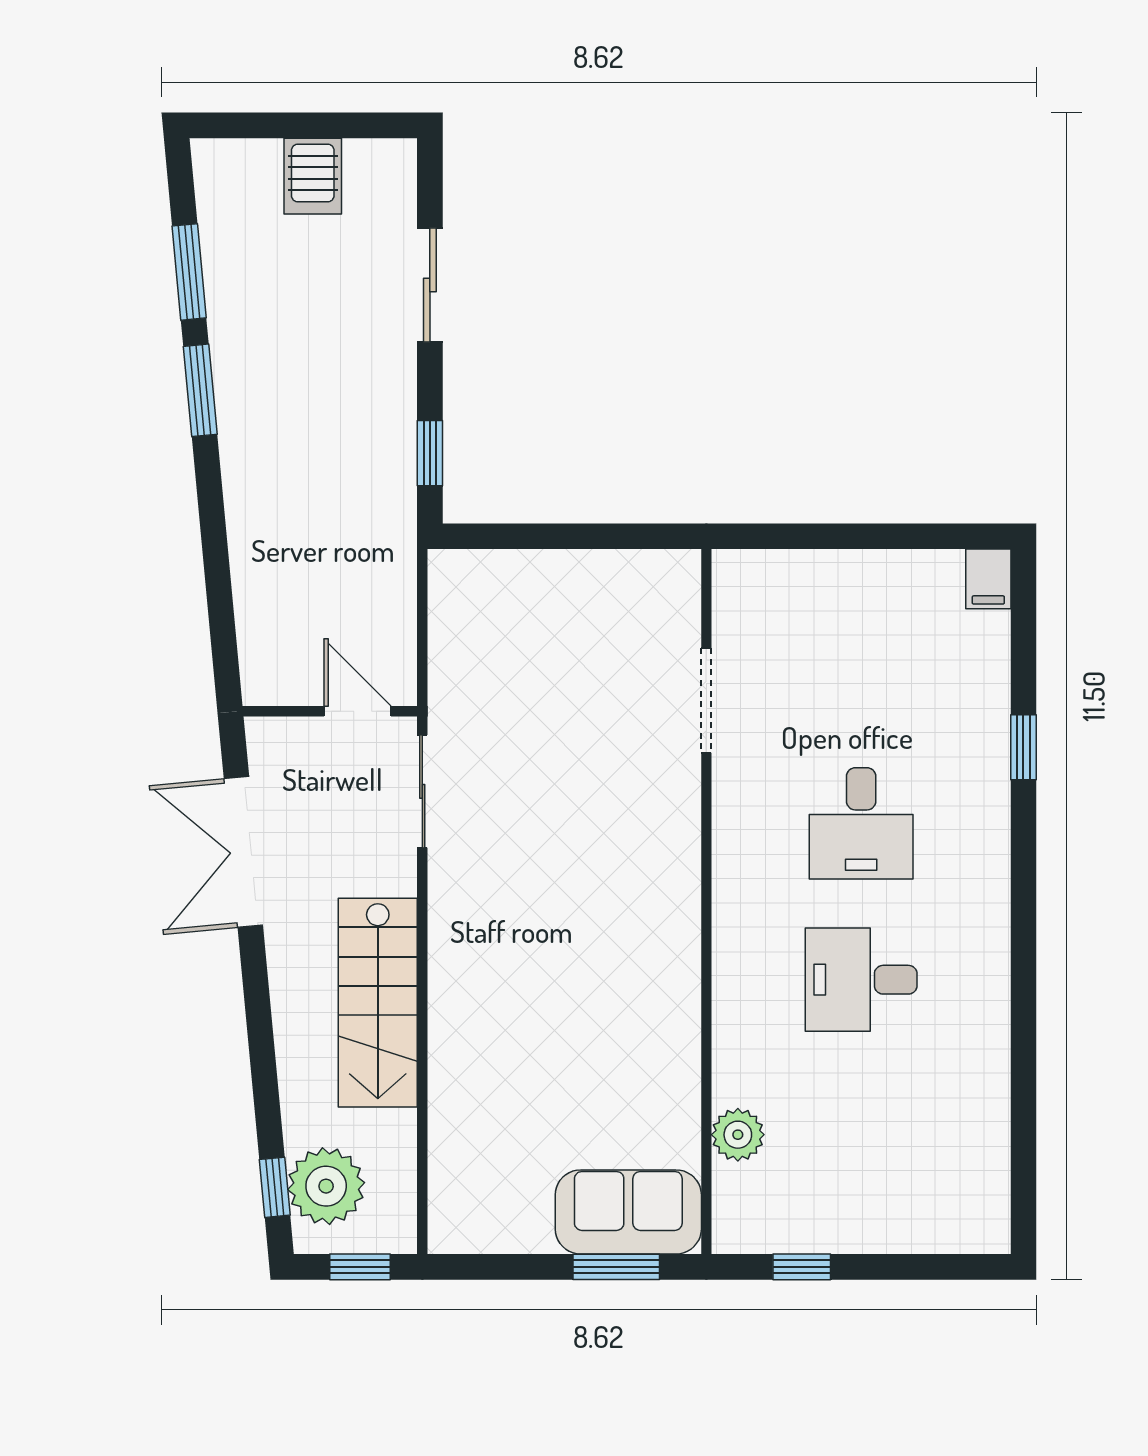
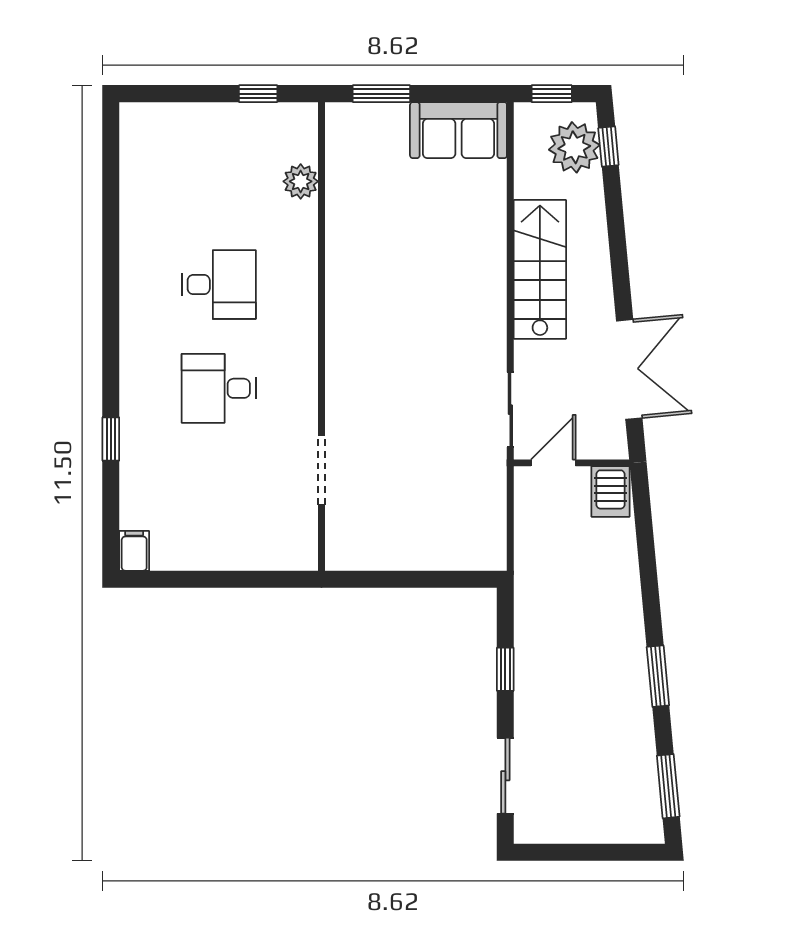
server rack: (313, 176) -> (610, 492), moved, turned 180
window: (189, 272) -> (668, 786), moved
sliding door: (430, 285) -> (505, 776), moved
window: (430, 453) -> (505, 669), moved
door: (358, 711) -> (553, 463), swing flipped
desk: (861, 823) -> (219, 388), turned -90
sofa: (628, 1212) -> (458, 130), moved

